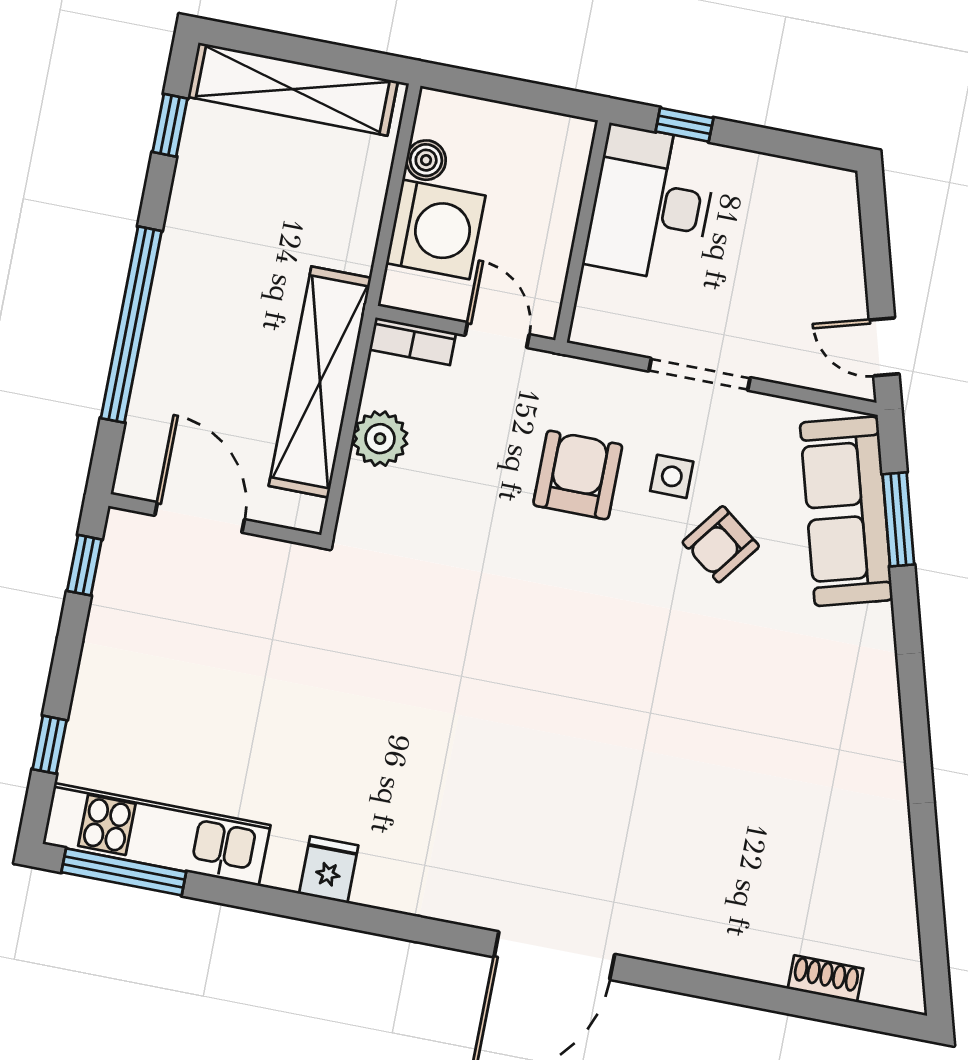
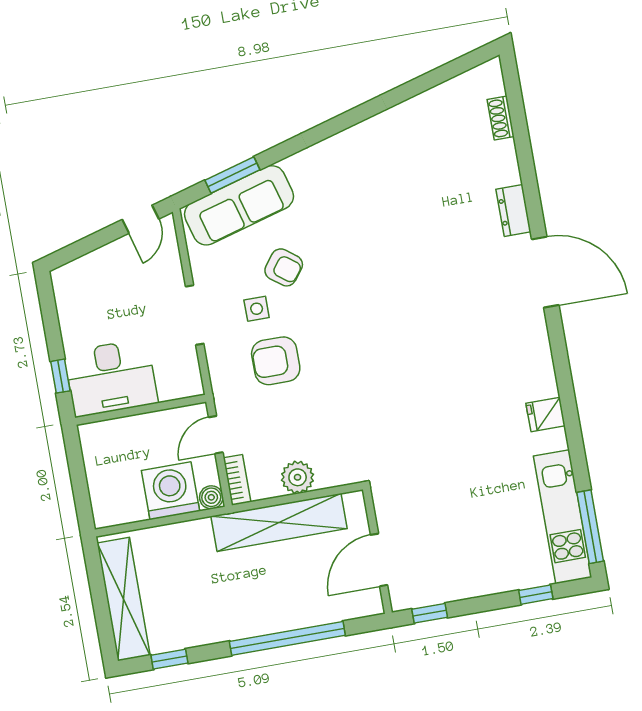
boiler: (426, 160) -> (211, 497), moved
dresser: (671, 943) -> (513, 211), added

